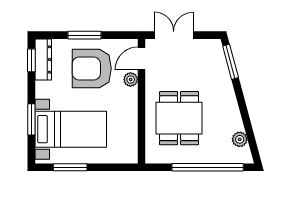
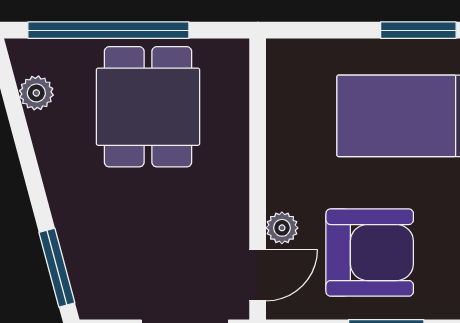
dining table: (179, 118) -> (148, 107), moved

